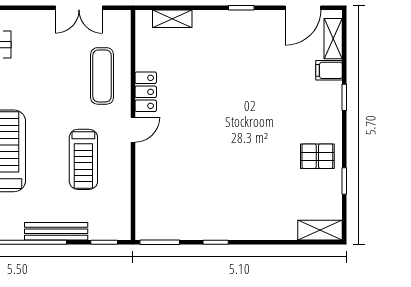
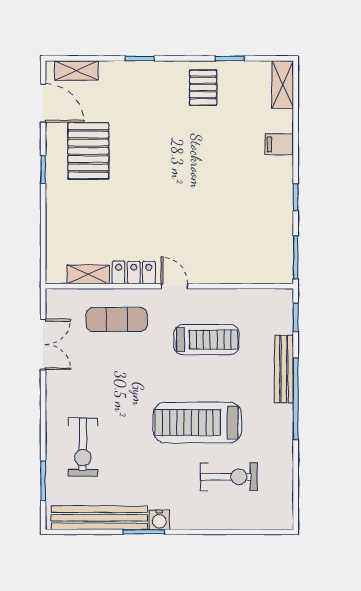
shelving: (172, 19) -> (88, 274), moved, turned 90
pallet: (259, 50) -> (88, 151), added
filing cabinet: (329, 70) -> (279, 144), moved, turned 90

